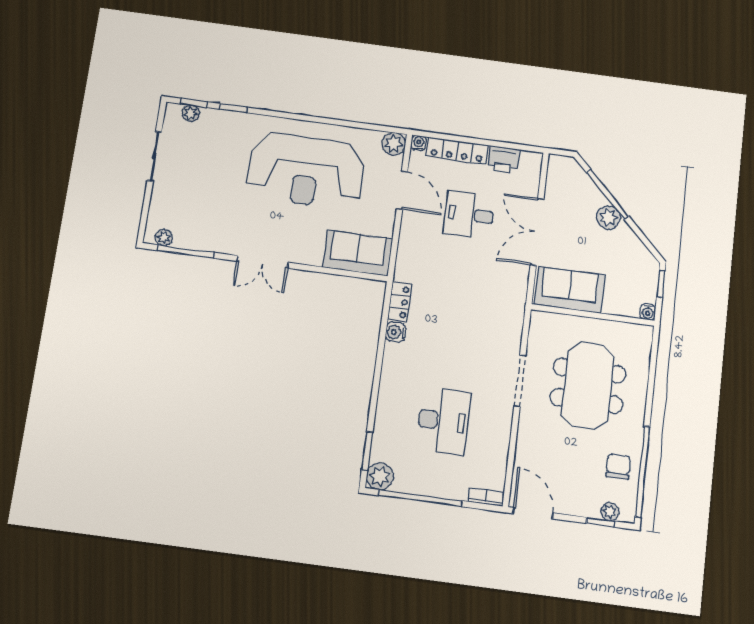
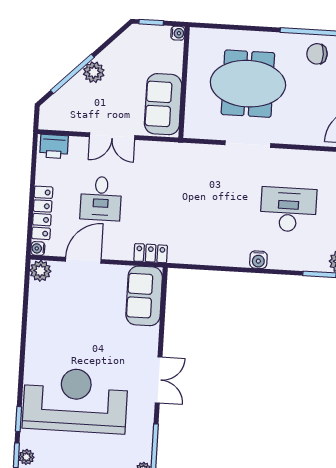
printer: (503, 159) -> (54, 146), moved, turned 90
reception desk: (306, 171) -> (75, 400), moved, turned -90
double door: (537, 232) -> (112, 136), width x0.73
locker: (400, 302) -> (151, 253), moved
water cooler: (395, 332) -> (258, 260), moved

